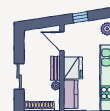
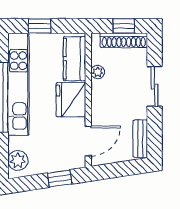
door: (62, 41) -> (88, 141), hinge flipped
bench: (55, 68) -> (140, 139), moved

